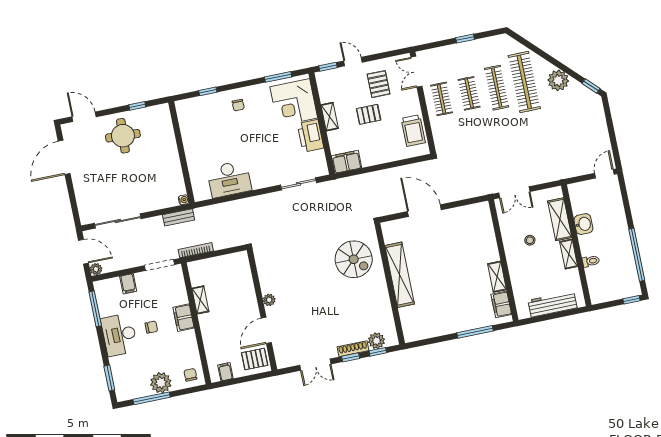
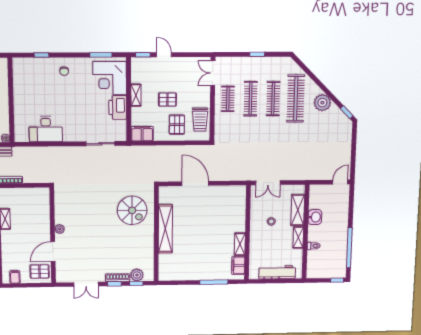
pallet: (379, 84) -> (177, 125), moved
clothes rail: (469, 93) -> (251, 99), width x1.36

